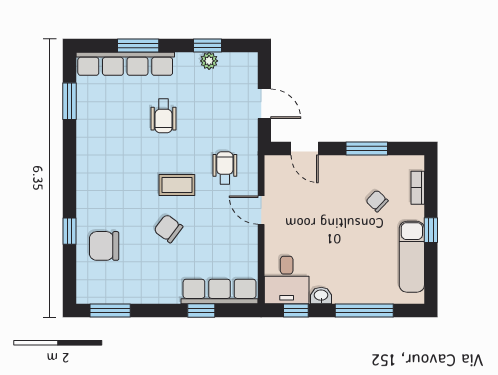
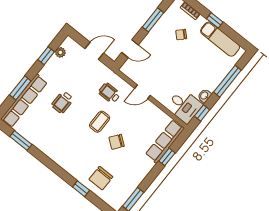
plant: (209, 61) -> (60, 52), moved
wheelchair: (164, 116) -> (62, 102), turned 90

